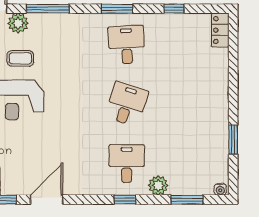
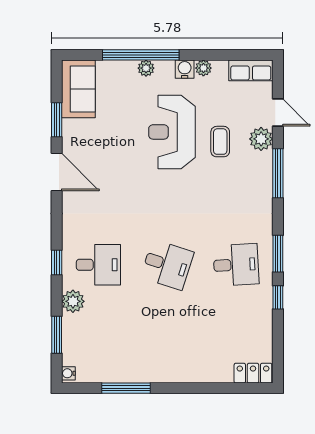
window: (174, 9) -> (278, 297), moved
window: (233, 140) -> (126, 388), width x1.44

